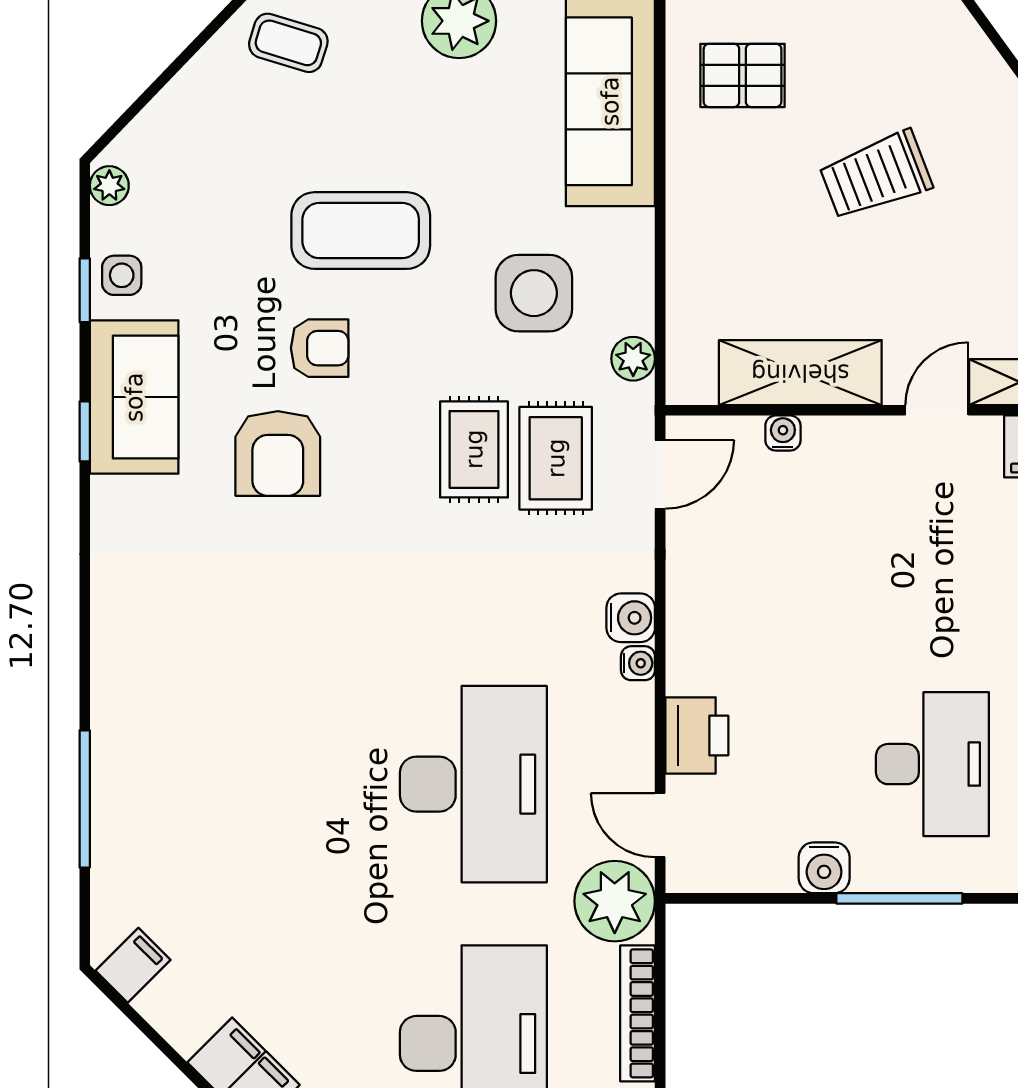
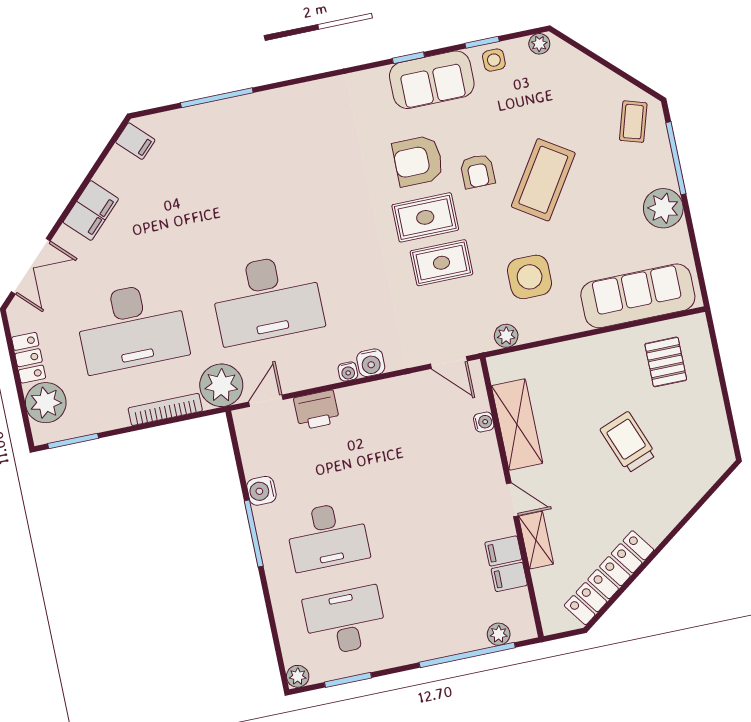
coffee table: (361, 231) -> (543, 180), turned 33
rug: (556, 458) -> (425, 217), moved

